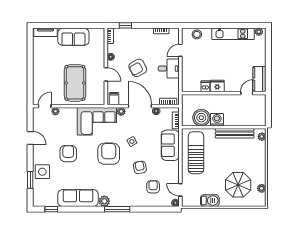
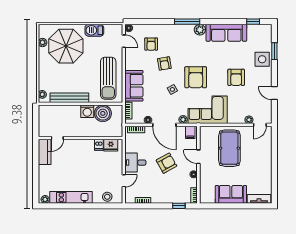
fridge: (217, 86) -> (111, 145), moved
parasol: (238, 185) -> (66, 46), width x1.36, depth x1.36

